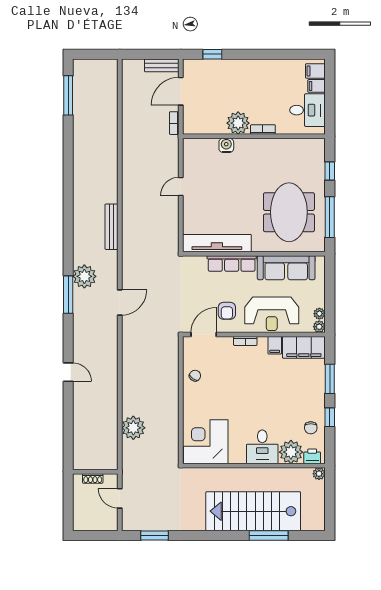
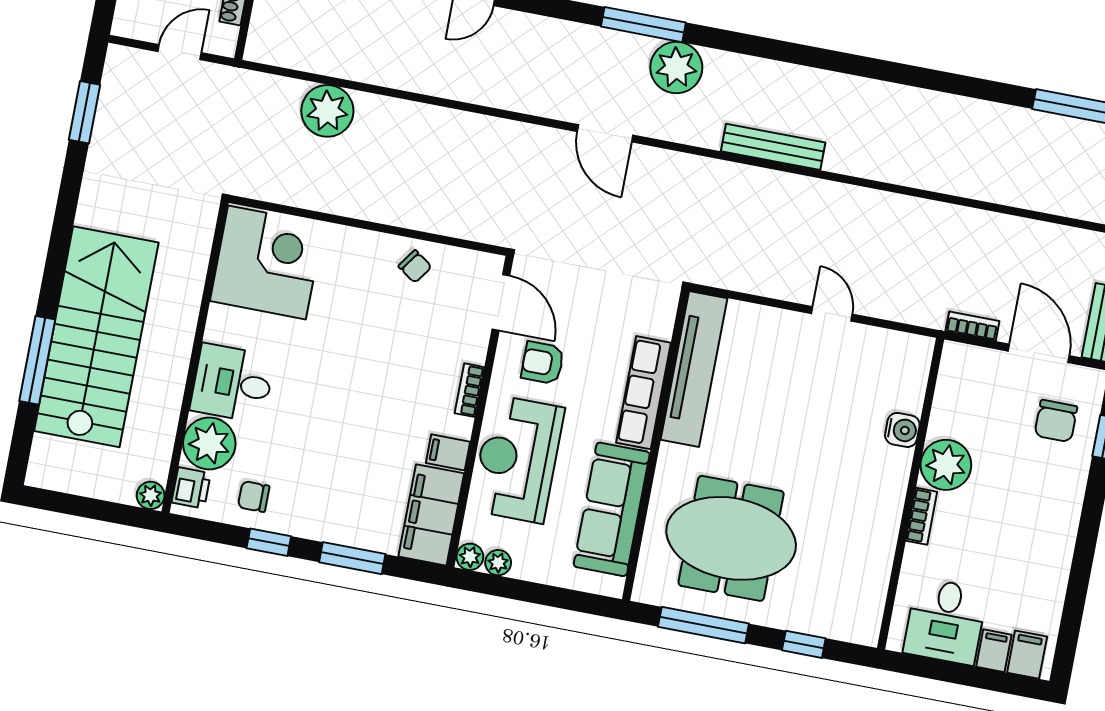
chair: (209, 78) -> (1056, 421), added

